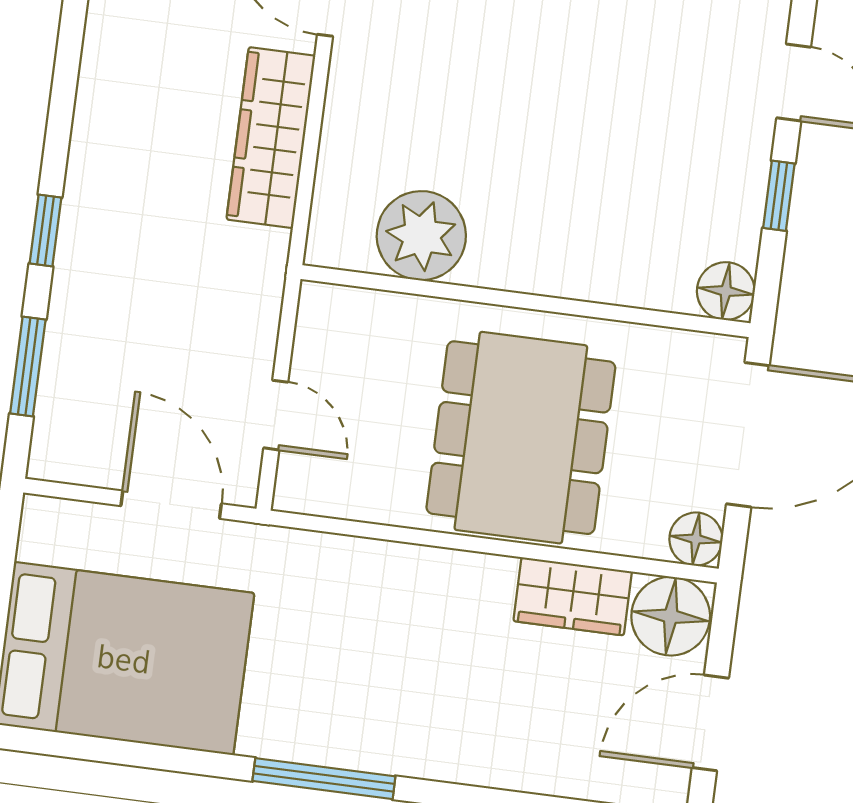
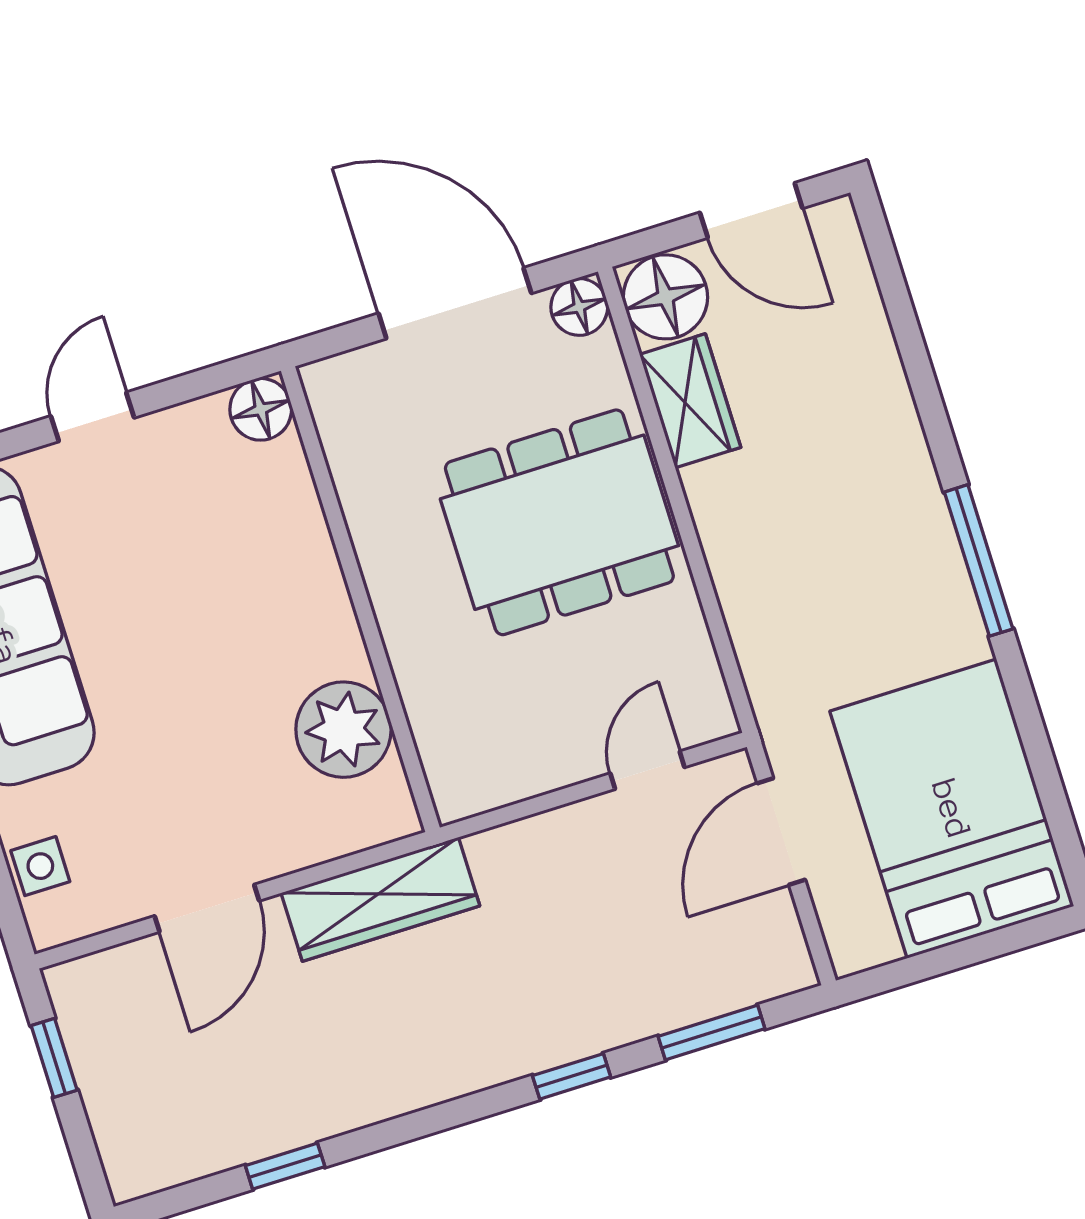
window: (779, 196) -> (209, 380), removed
plant: (421, 236) -> (343, 730), moved
floor lamp: (726, 291) -> (261, 409), moved
wall: (526, 301) -> (360, 599), moved

